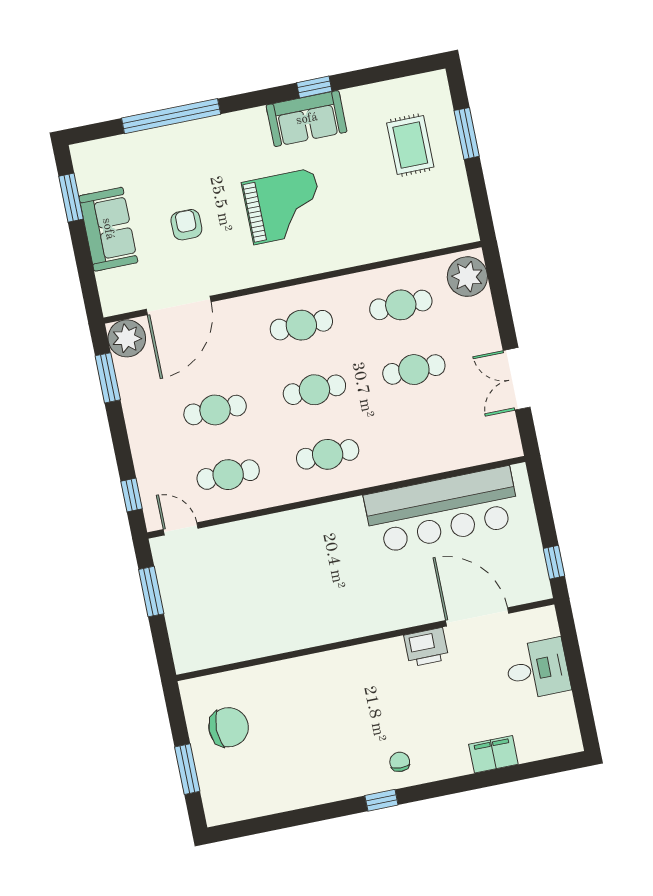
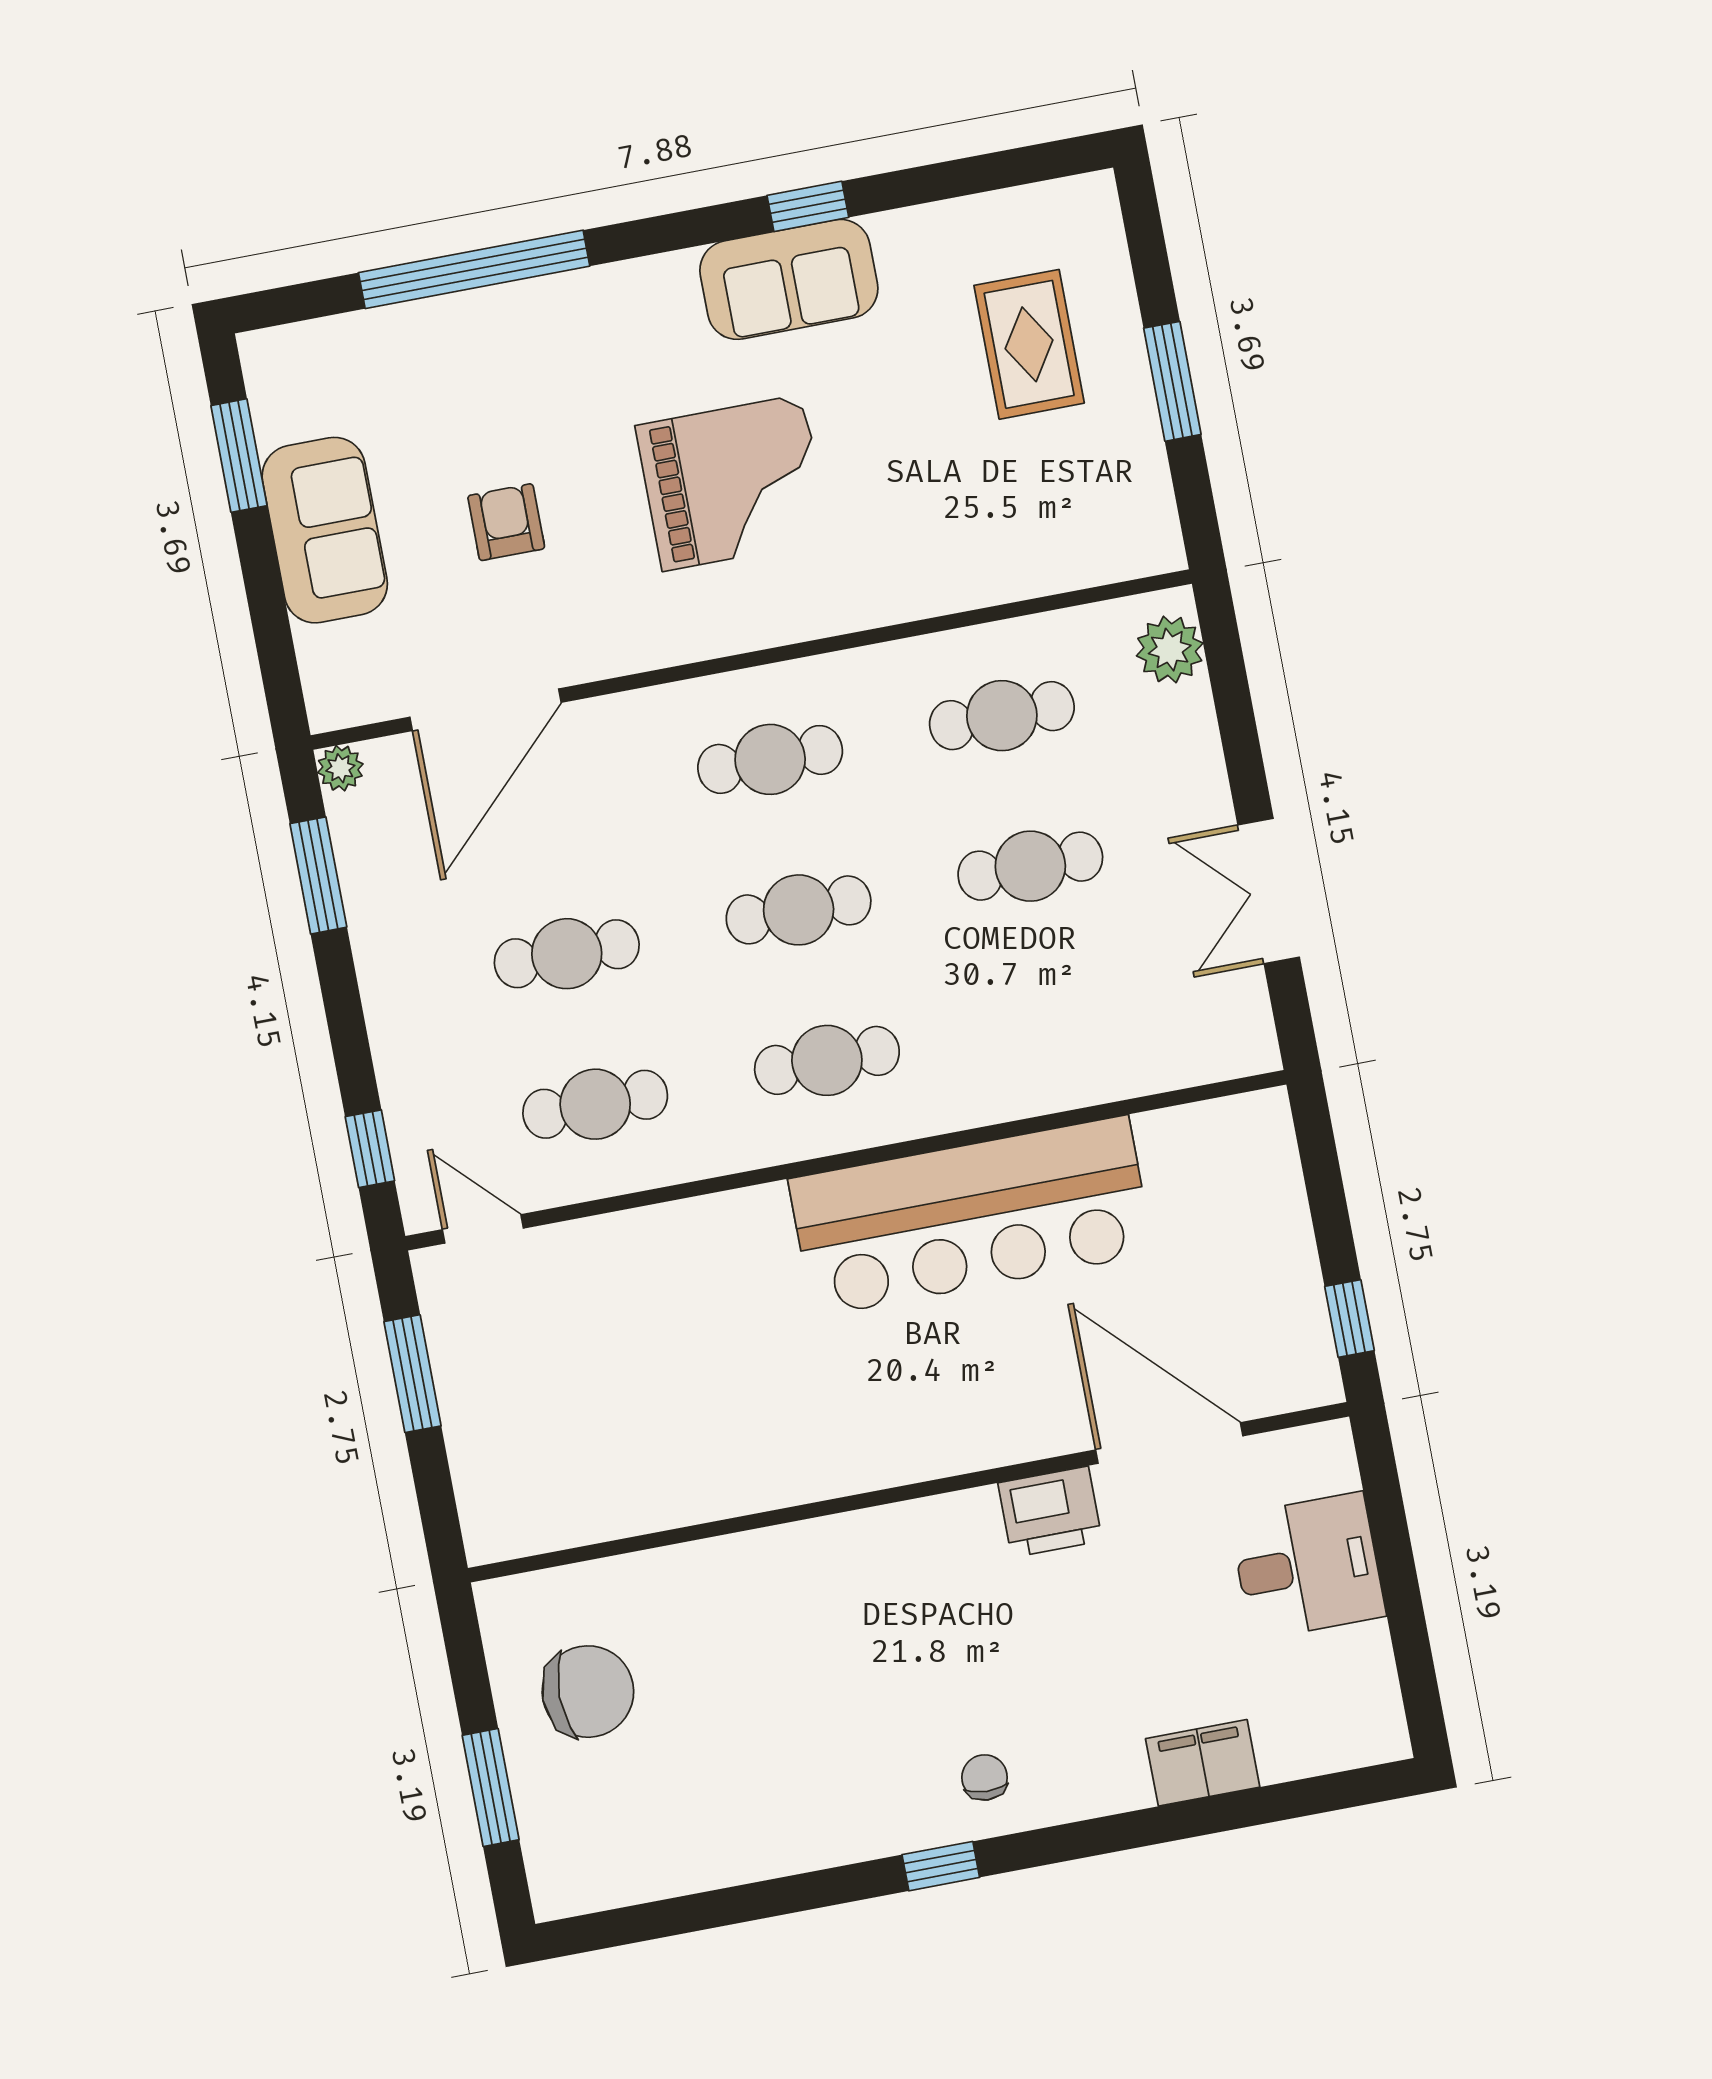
window: (467, 133) -> (1172, 381), moved
plant: (467, 277) -> (1170, 650), width x0.73, depth x0.73
plant: (127, 338) -> (340, 768), width x0.53, depth x0.53
bar counter: (442, 510) -> (971, 1216), moved

